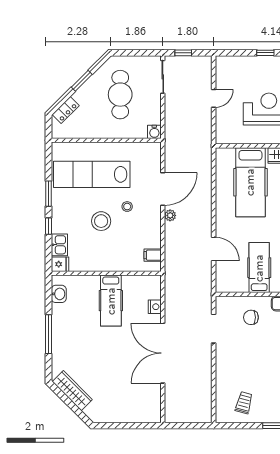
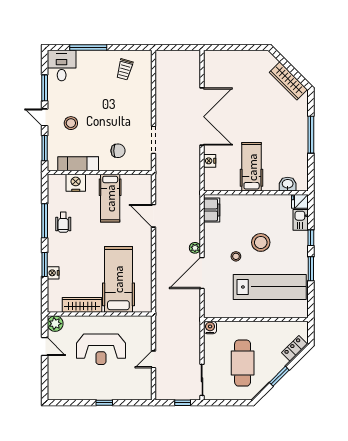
filing cabinet: (153, 255) -> (212, 210), width x2.00
washbasin: (59, 294) -> (288, 184), moved, turned 90

